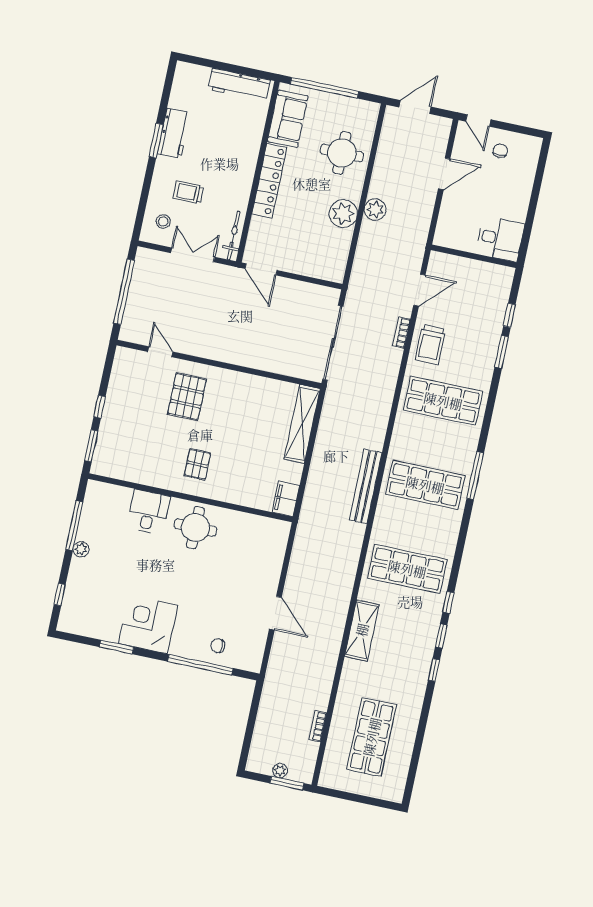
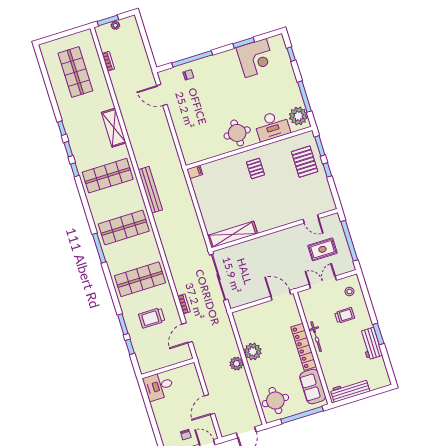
round table: (342, 153) -> (275, 401), moved
bicycle: (234, 235) -> (316, 337), moved
double door: (193, 255) -> (323, 282), swing flipped
rug: (168, 301) -> (322, 249), added
trolley: (430, 345) -> (152, 318), moved, turned -90
pallet: (187, 397) -> (305, 162), moved
shelving: (302, 424) -> (232, 235), moved, turned 90
bench: (366, 486) -> (150, 190), moved
filing cabinet: (286, 499) -> (195, 172), width x0.50
desk: (148, 512) -> (272, 126), width x1.37
plant: (81, 549) -> (298, 116), moved, width x1.88, depth x1.88
door: (275, 613) -> (162, 95), moved
corner desk: (148, 624) -> (256, 58), moved

